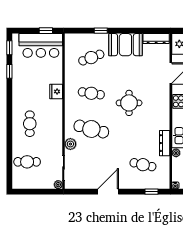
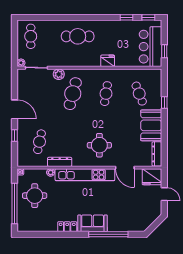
round table: (129, 103) -> (99, 145), moved
cafe table: (30, 124) -> (78, 36), width x1.37, depth x1.35
cafe table: (27, 162) -> (31, 36), moved
window: (151, 192) -> (15, 136), moved

